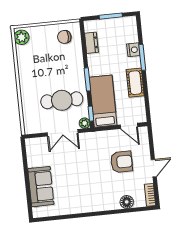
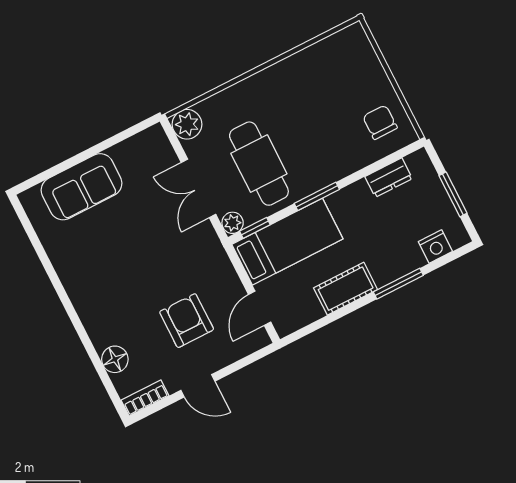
plant: (22, 37) -> (187, 124), moved
nightstand: (133, 50) -> (435, 247), moved
armchair: (122, 162) -> (187, 321), turned 180

